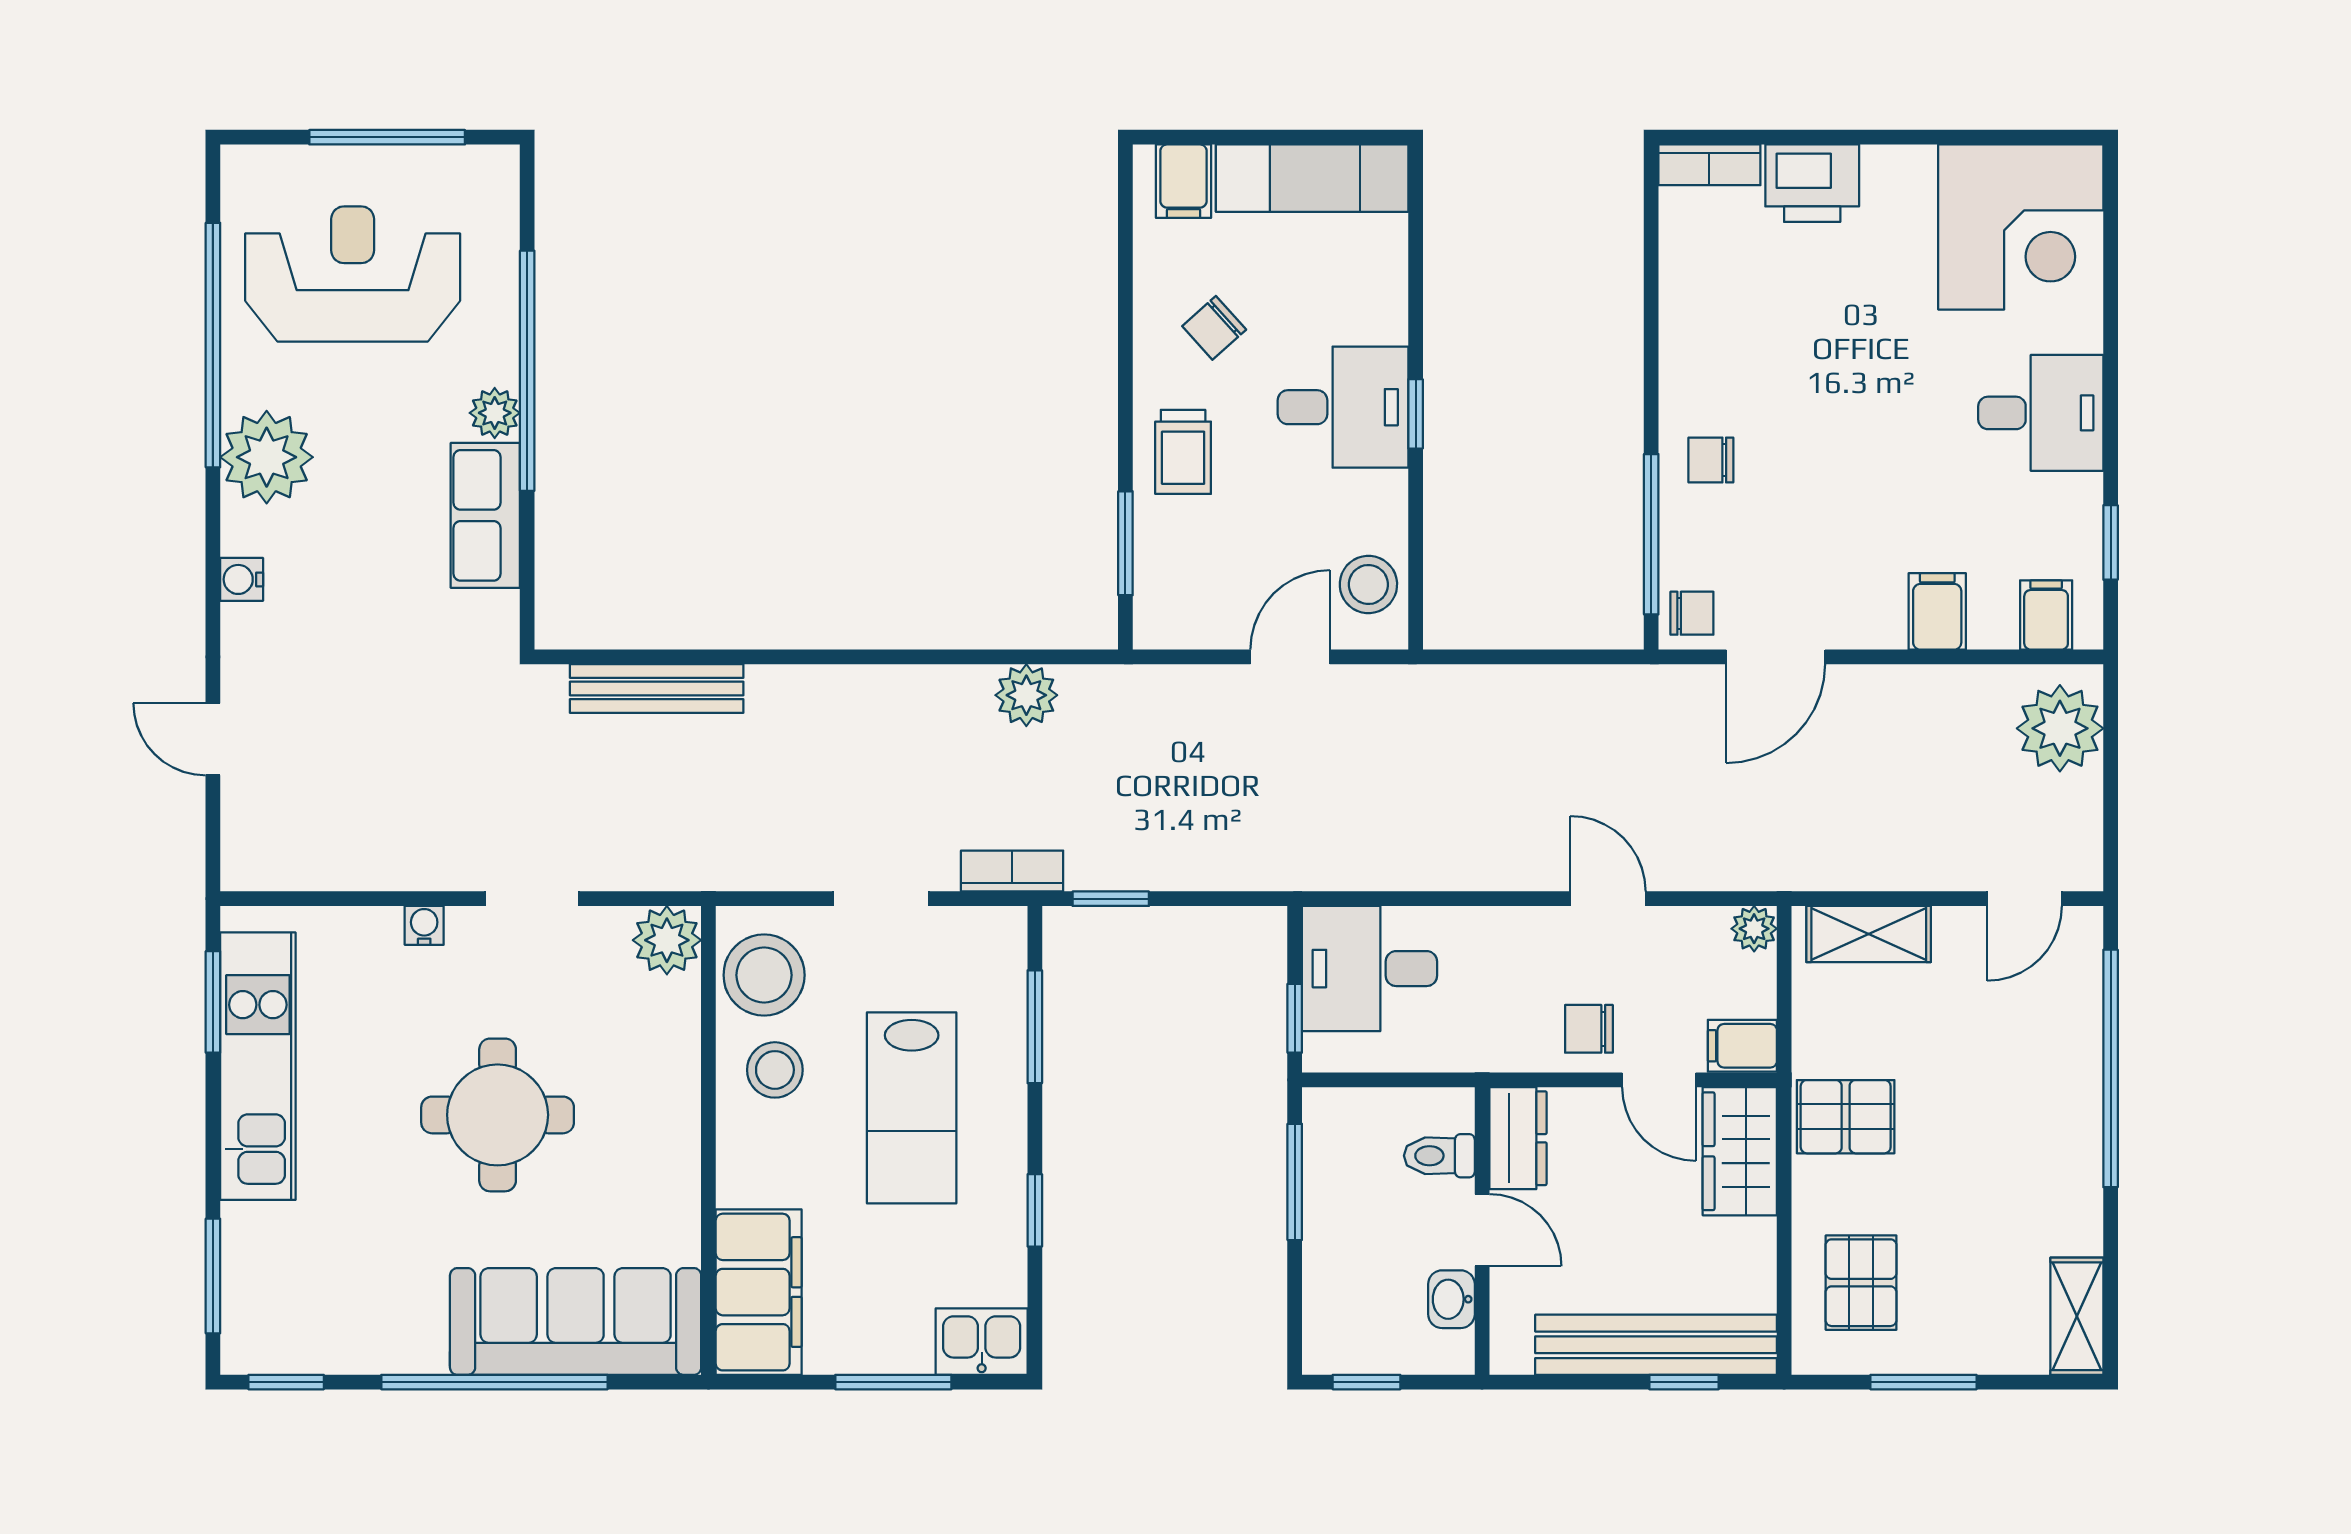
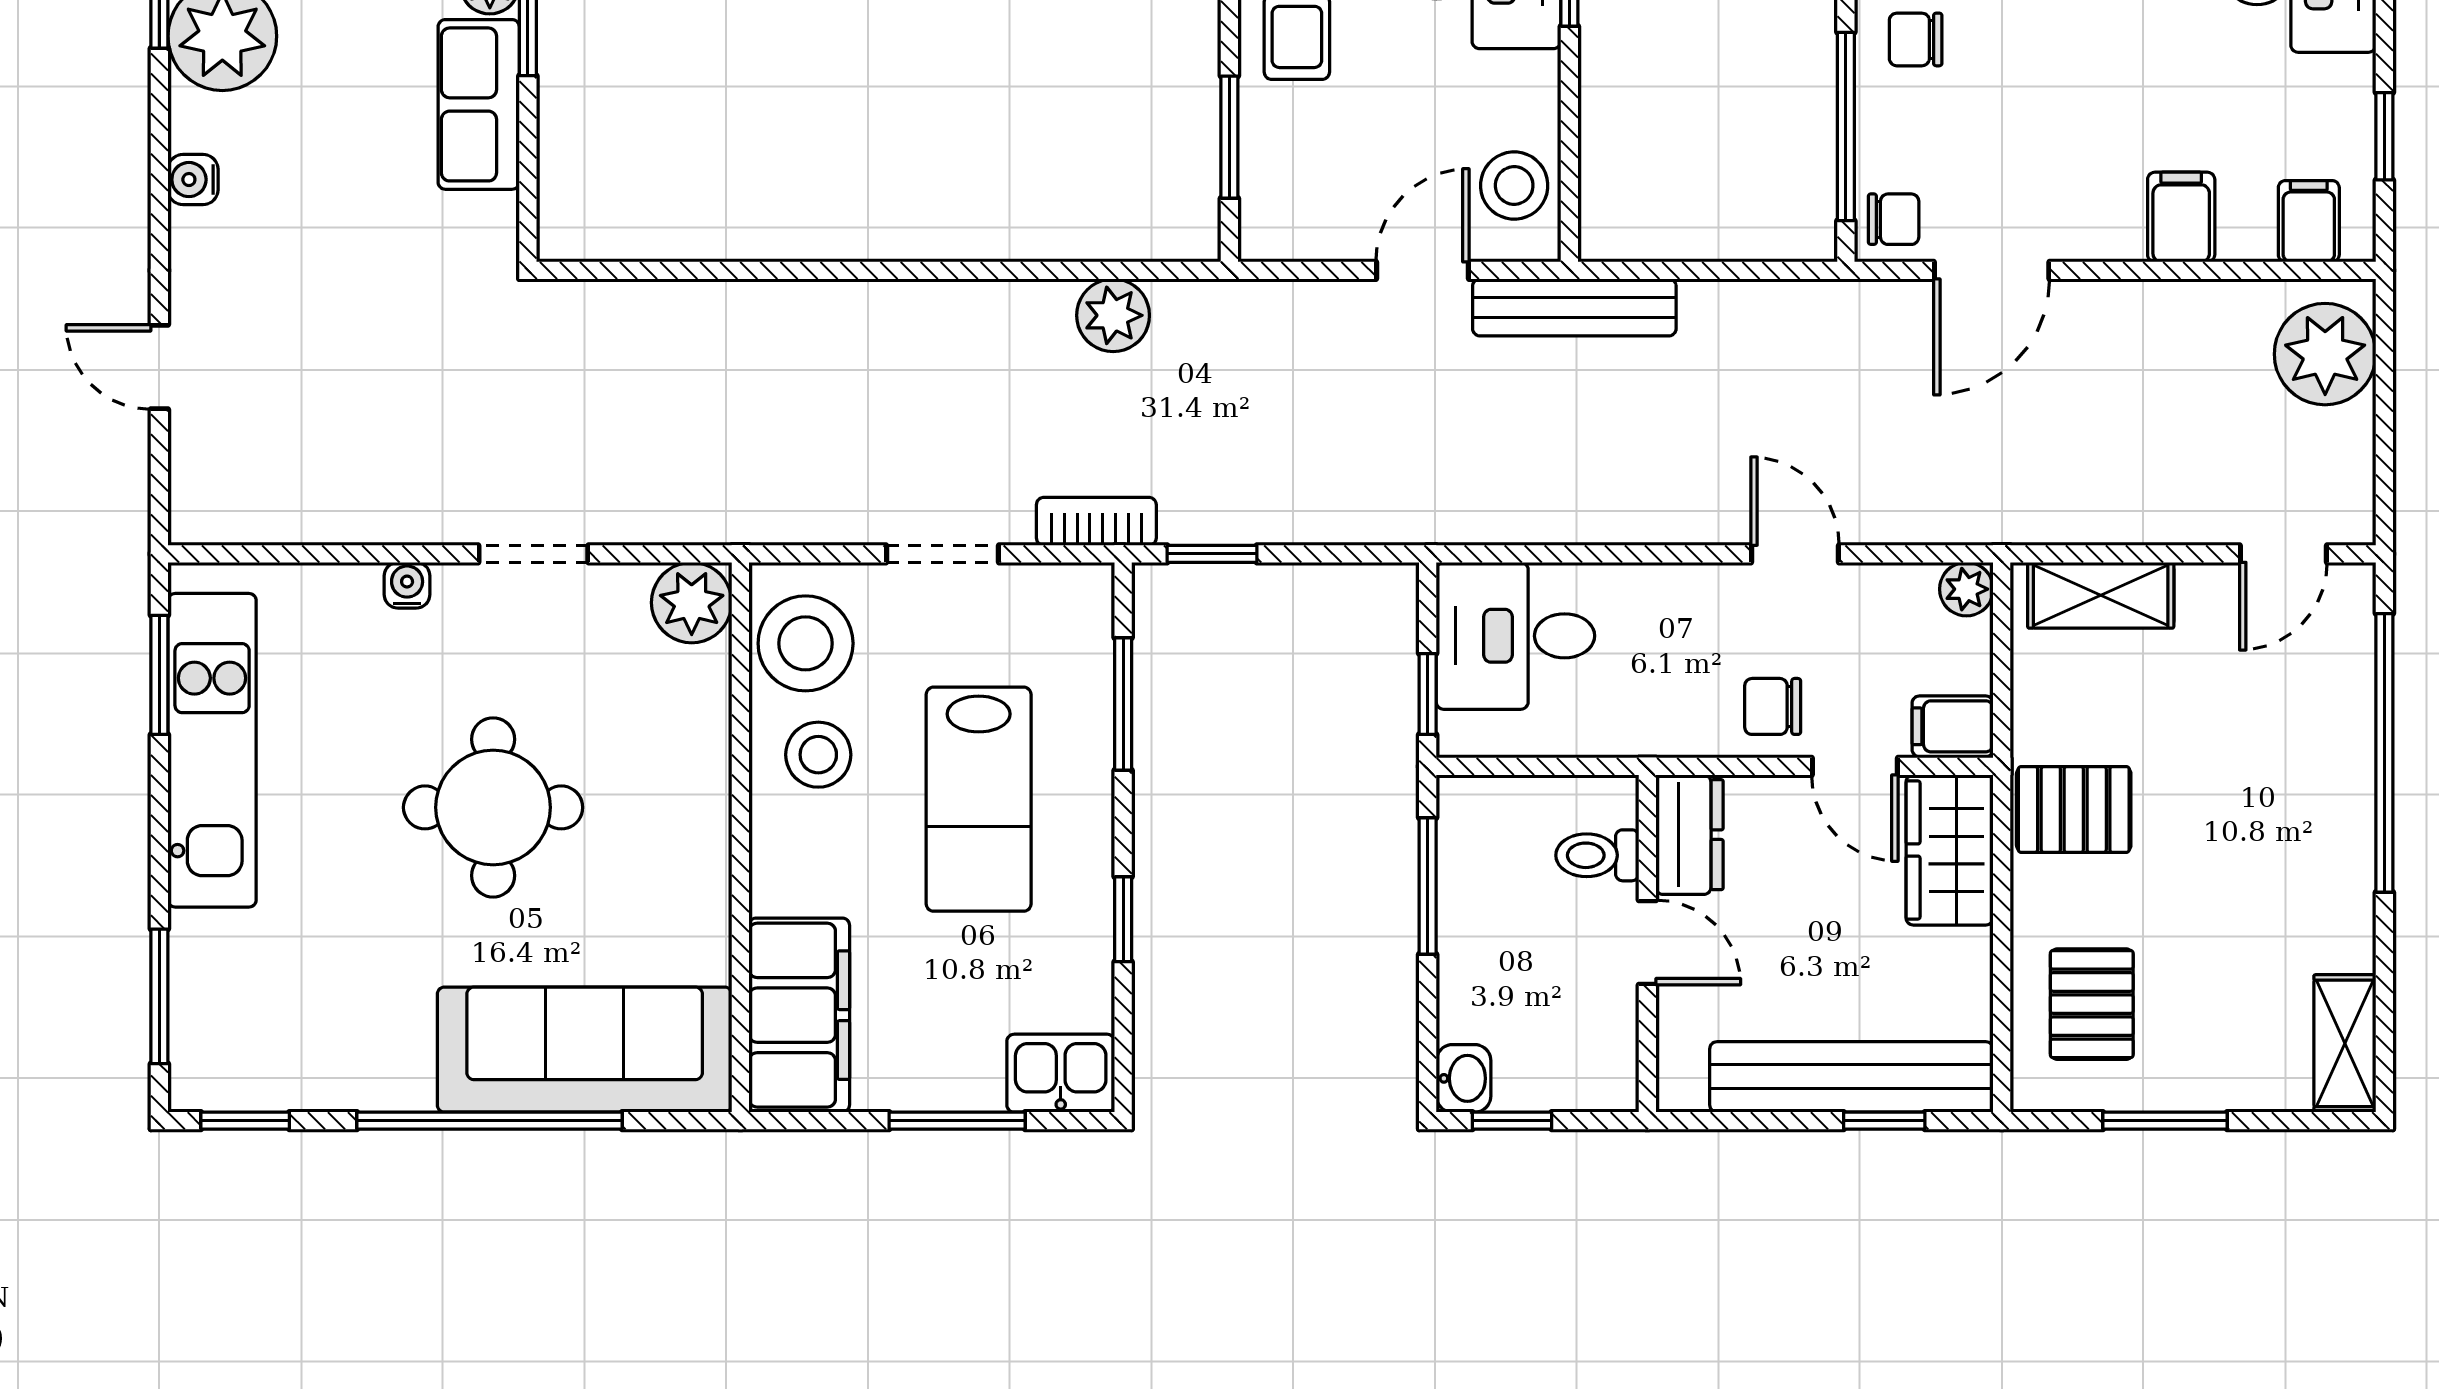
bench: (657, 688) -> (1574, 307), moved
washbasin: (1451, 1299) -> (1464, 1078), moved, turned 180

